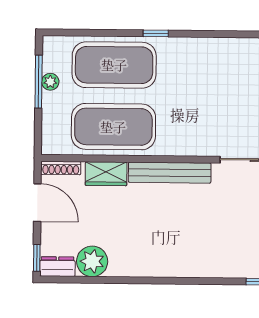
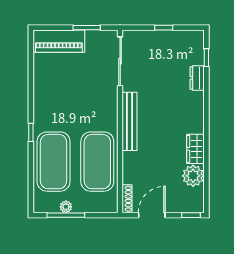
wardrobe: (106, 174) -> (196, 149), moved, turned 180
dresser: (57, 267) -> (197, 78), moved

